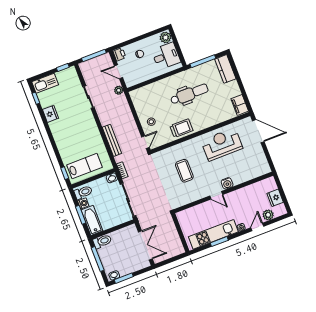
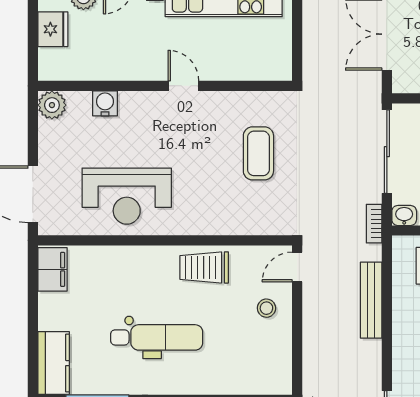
dental chair: (189, 94) -> (157, 337), turned 180
plant: (264, 168) -> (52, 105), added
coffee table: (184, 171) -> (258, 153), moved
water cooler: (227, 183) -> (105, 103), moved

